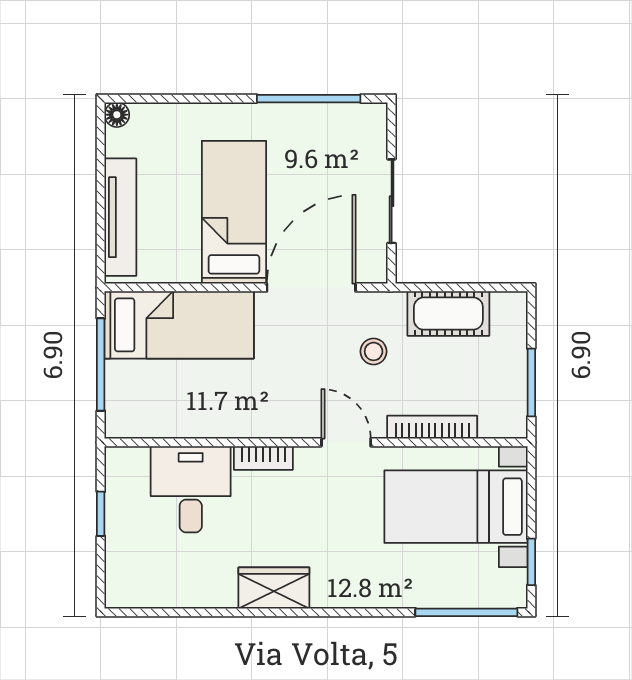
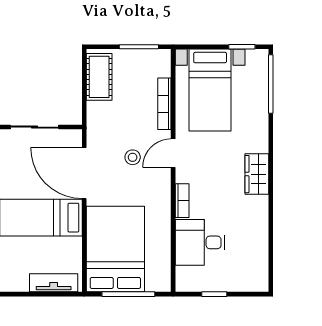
tv unit: (120, 217) -> (54, 283), width x0.71
cot: (448, 314) -> (99, 77), moved
bed: (179, 325) -> (115, 249), width x1.50
stool: (374, 351) -> (133, 157), moved
wardrobe: (274, 588) -> (257, 174), moved

